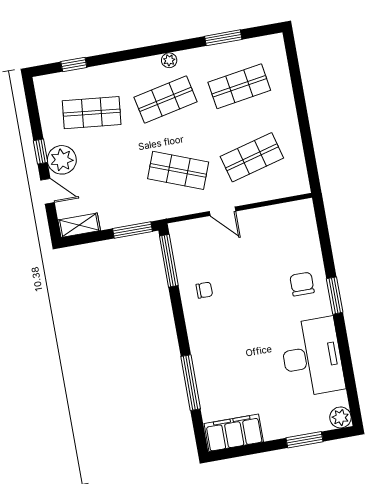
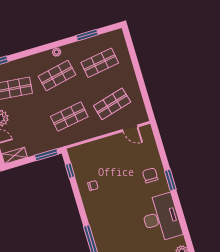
shop shelf: (178, 170) -> (69, 117), turned -30
door: (222, 211) -> (130, 128), moved
window: (169, 261) -> (70, 171), width x0.46

